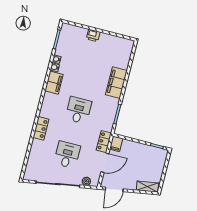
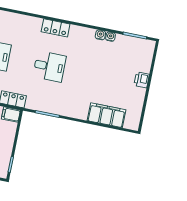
filing cabinet: (54, 83) -> (82, 35), removed
filing cabinet: (116, 83) -> (107, 115), moved
locker: (41, 128) -> (56, 28), moved

